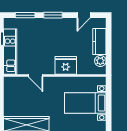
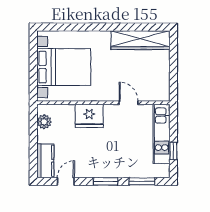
kitchen counter: (99, 41) -> (45, 161), moved
bed with nightstands: (85, 103) -> (64, 67), width x1.36

